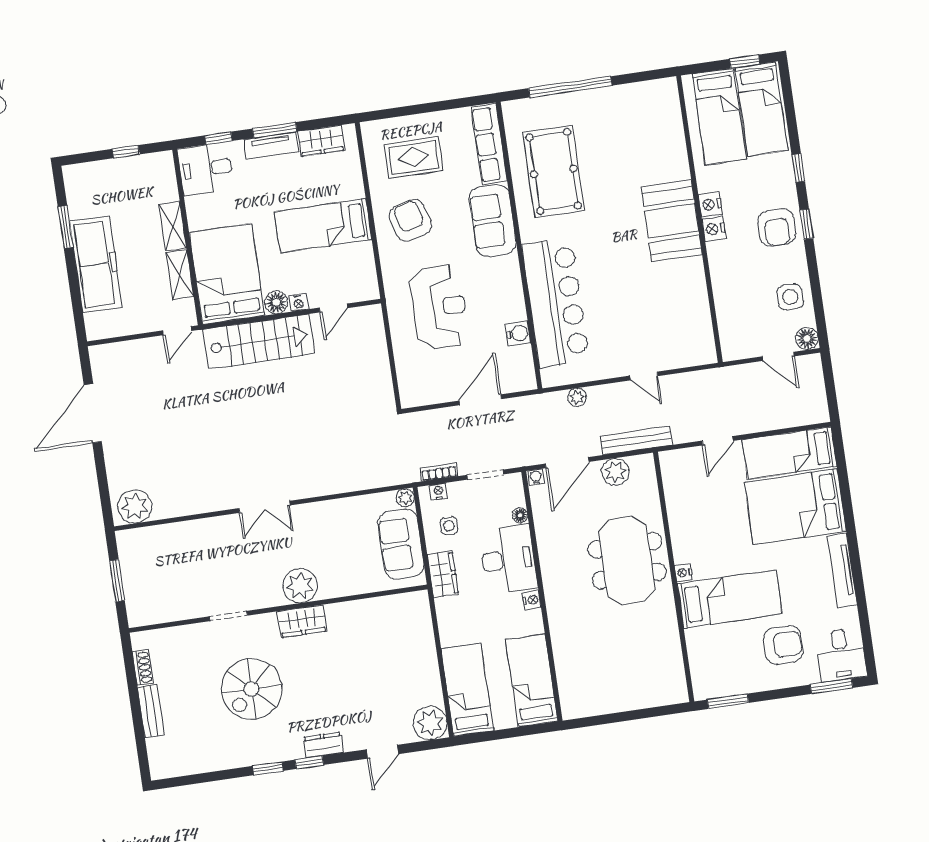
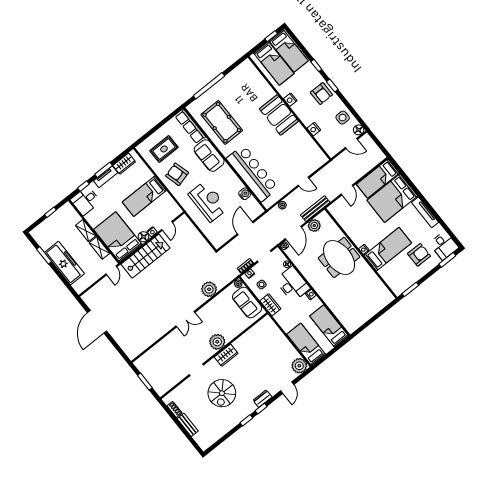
nightstand: (714, 229) -> (314, 129), moved
plant: (135, 506) -> (209, 289), moved

